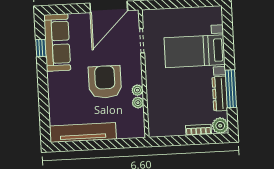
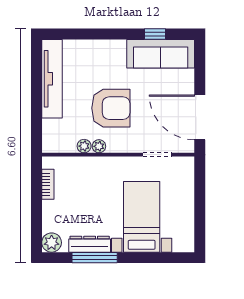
bookcase: (198, 130) -> (48, 184), moved

